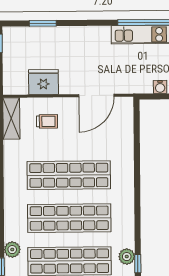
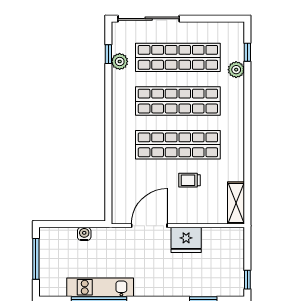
fridge: (43, 82) -> (186, 240), moved
trolley: (47, 121) -> (190, 180), moved

